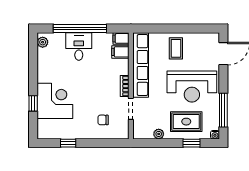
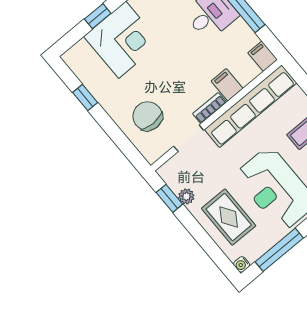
filing cabinet: (120, 52) -> (227, 85), moved
chair: (103, 120) -> (148, 116), width x1.87, depth x1.87
window: (192, 143) -> (169, 198), moved

